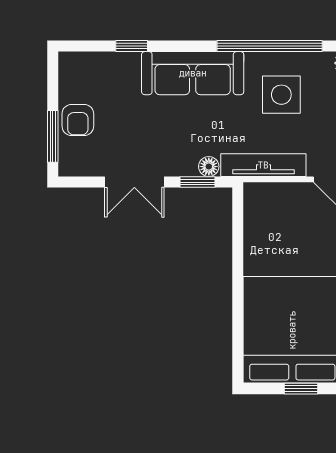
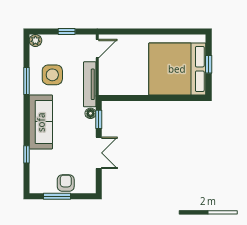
window: (270, 46) -> (26, 81), width x0.47
armchair: (78, 120) -> (66, 183), turned -90
window: (53, 136) -> (57, 196), moved

